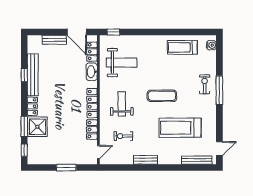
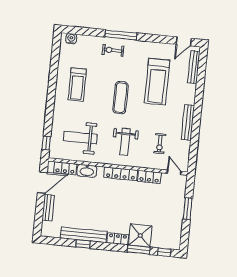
treadmill: (182, 47) -> (77, 85), moved
weight bench: (122, 63) -> (80, 138), turned -90
weight bench: (122, 104) -> (125, 142), turned -90
door: (219, 148) -> (184, 41), swing flipped
bench: (146, 160) -> (188, 122), width x1.36

